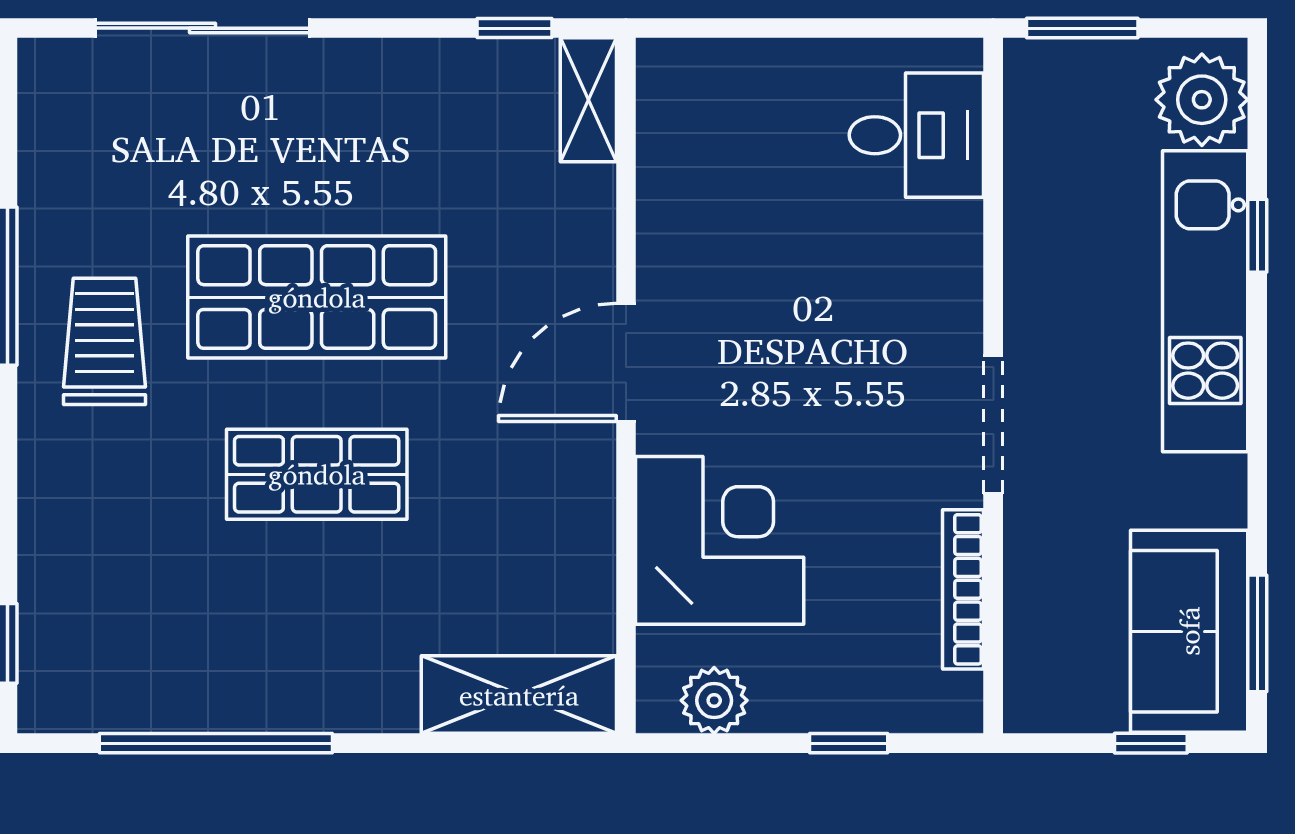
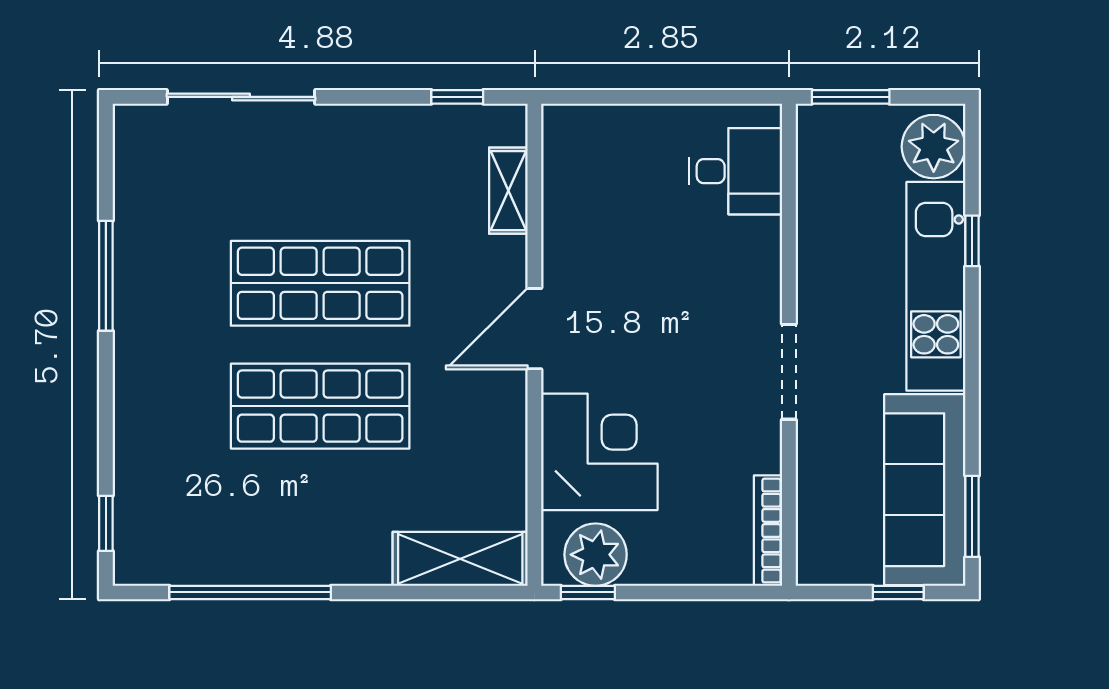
shelving: (588, 100) -> (508, 191), moved
trolley: (104, 341) -> (173, 314), removed
shop shelf: (317, 474) -> (320, 406), width x1.43, depth x1.36
bookcase: (963, 589) -> (768, 531), moved
sofa: (1189, 631) -> (925, 490), width x1.36
plant: (714, 700) -> (596, 555), width x1.36, depth x1.36
window: (849, 743) -> (588, 592), moved

